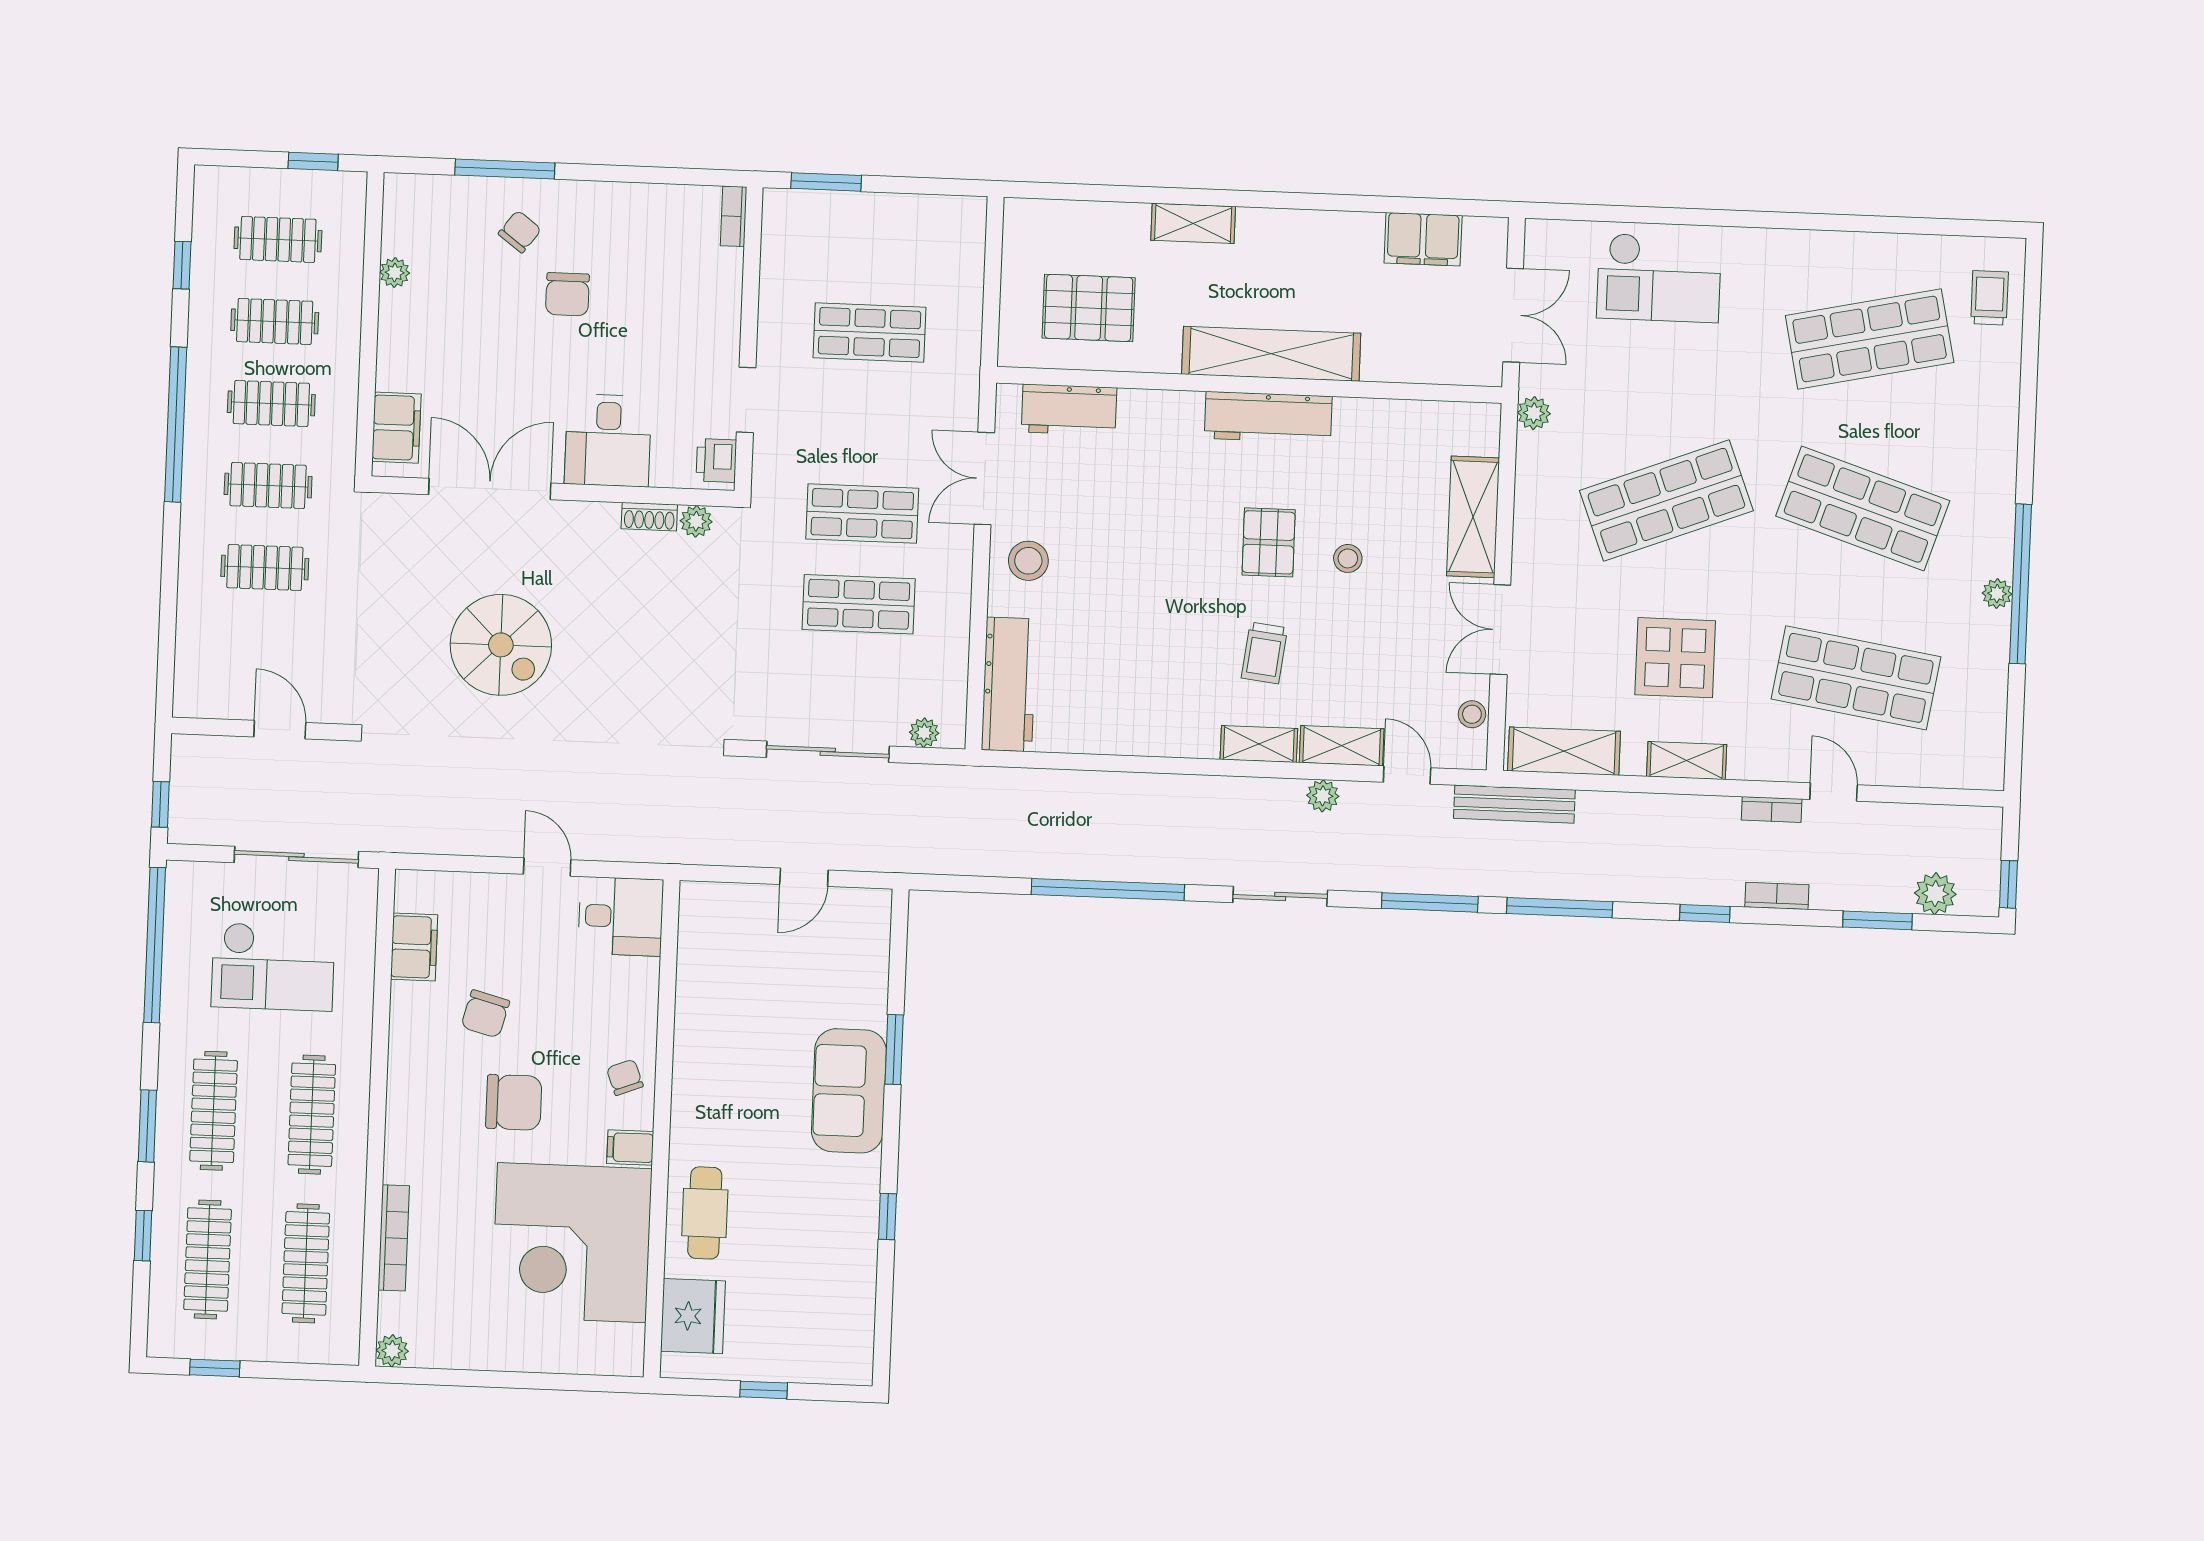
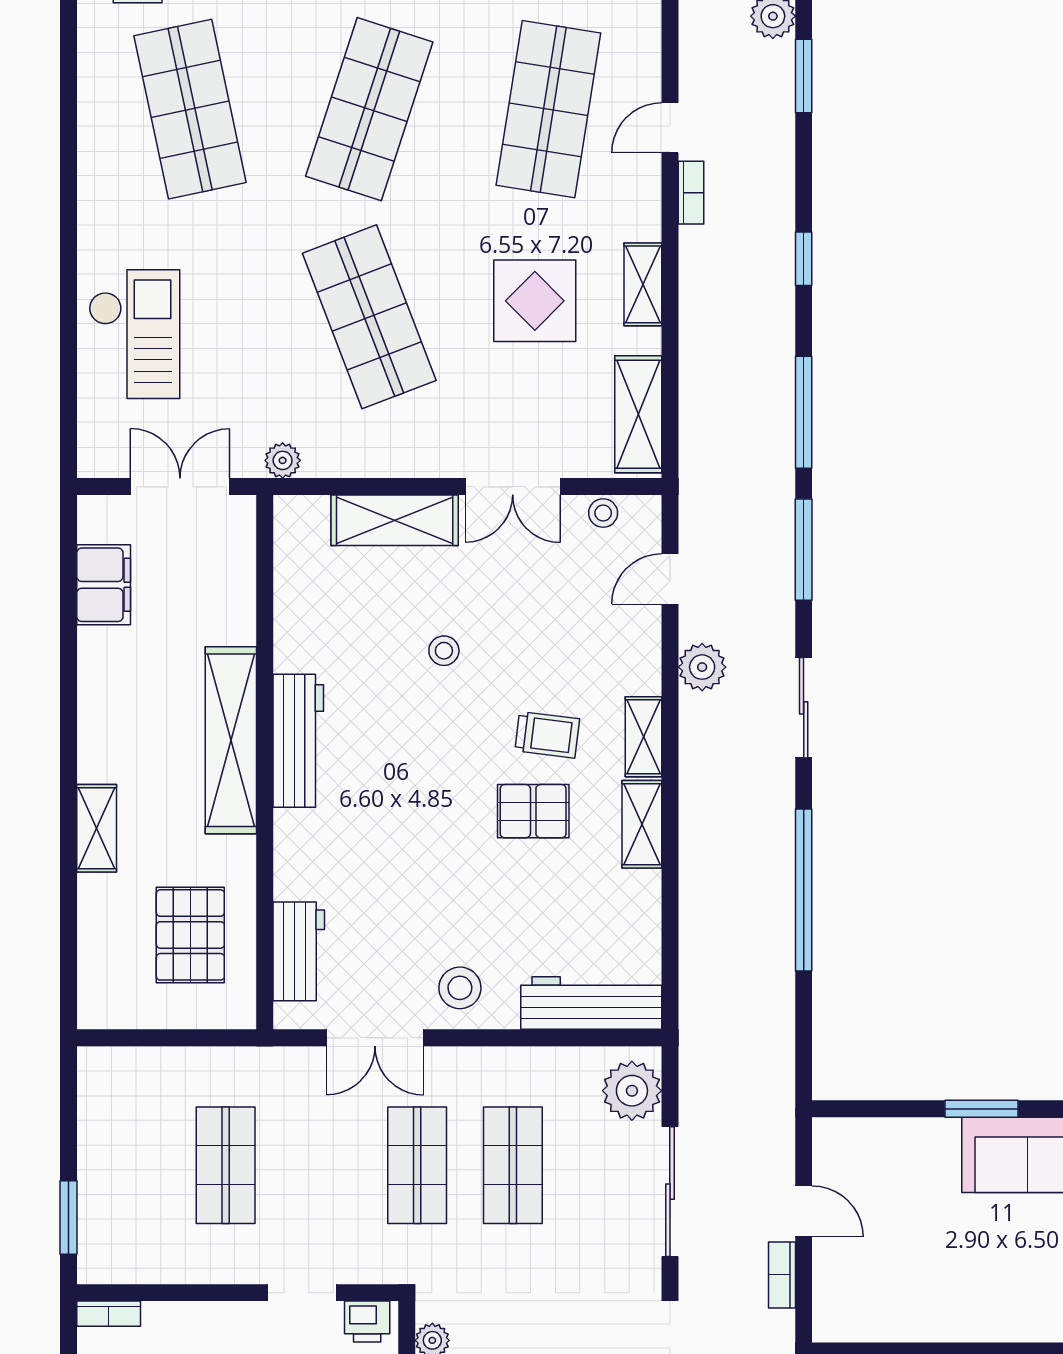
pallet: (1269, 542) -> (533, 811), moved
plant: (924, 733) -> (632, 1091), width x1.87, depth x1.87
shelving: (1342, 746) -> (642, 824), moved
plant: (1323, 796) -> (702, 667), width x1.38, depth x1.38
bench: (1514, 804) -> (696, 464), removed
bookcase: (1777, 896) -> (782, 1275), moved

